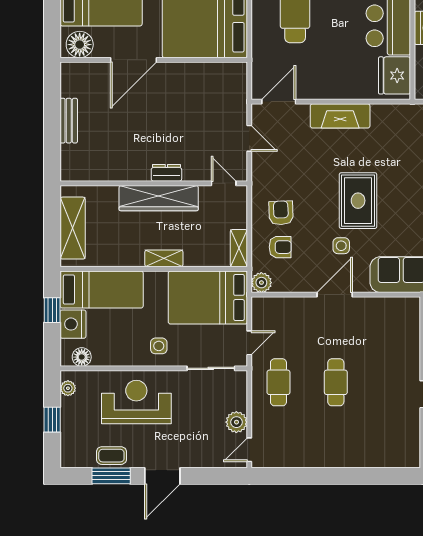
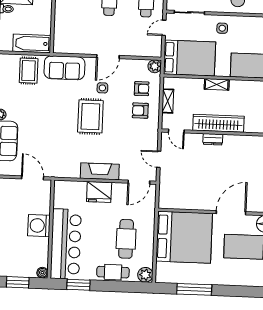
fridge: (395, 75) -> (99, 192), moved, turned 90
armchair: (281, 213) -> (140, 111), turned 92
armchair: (280, 247) -> (142, 89), turned 180
shelving: (239, 248) -> (168, 101), moved

